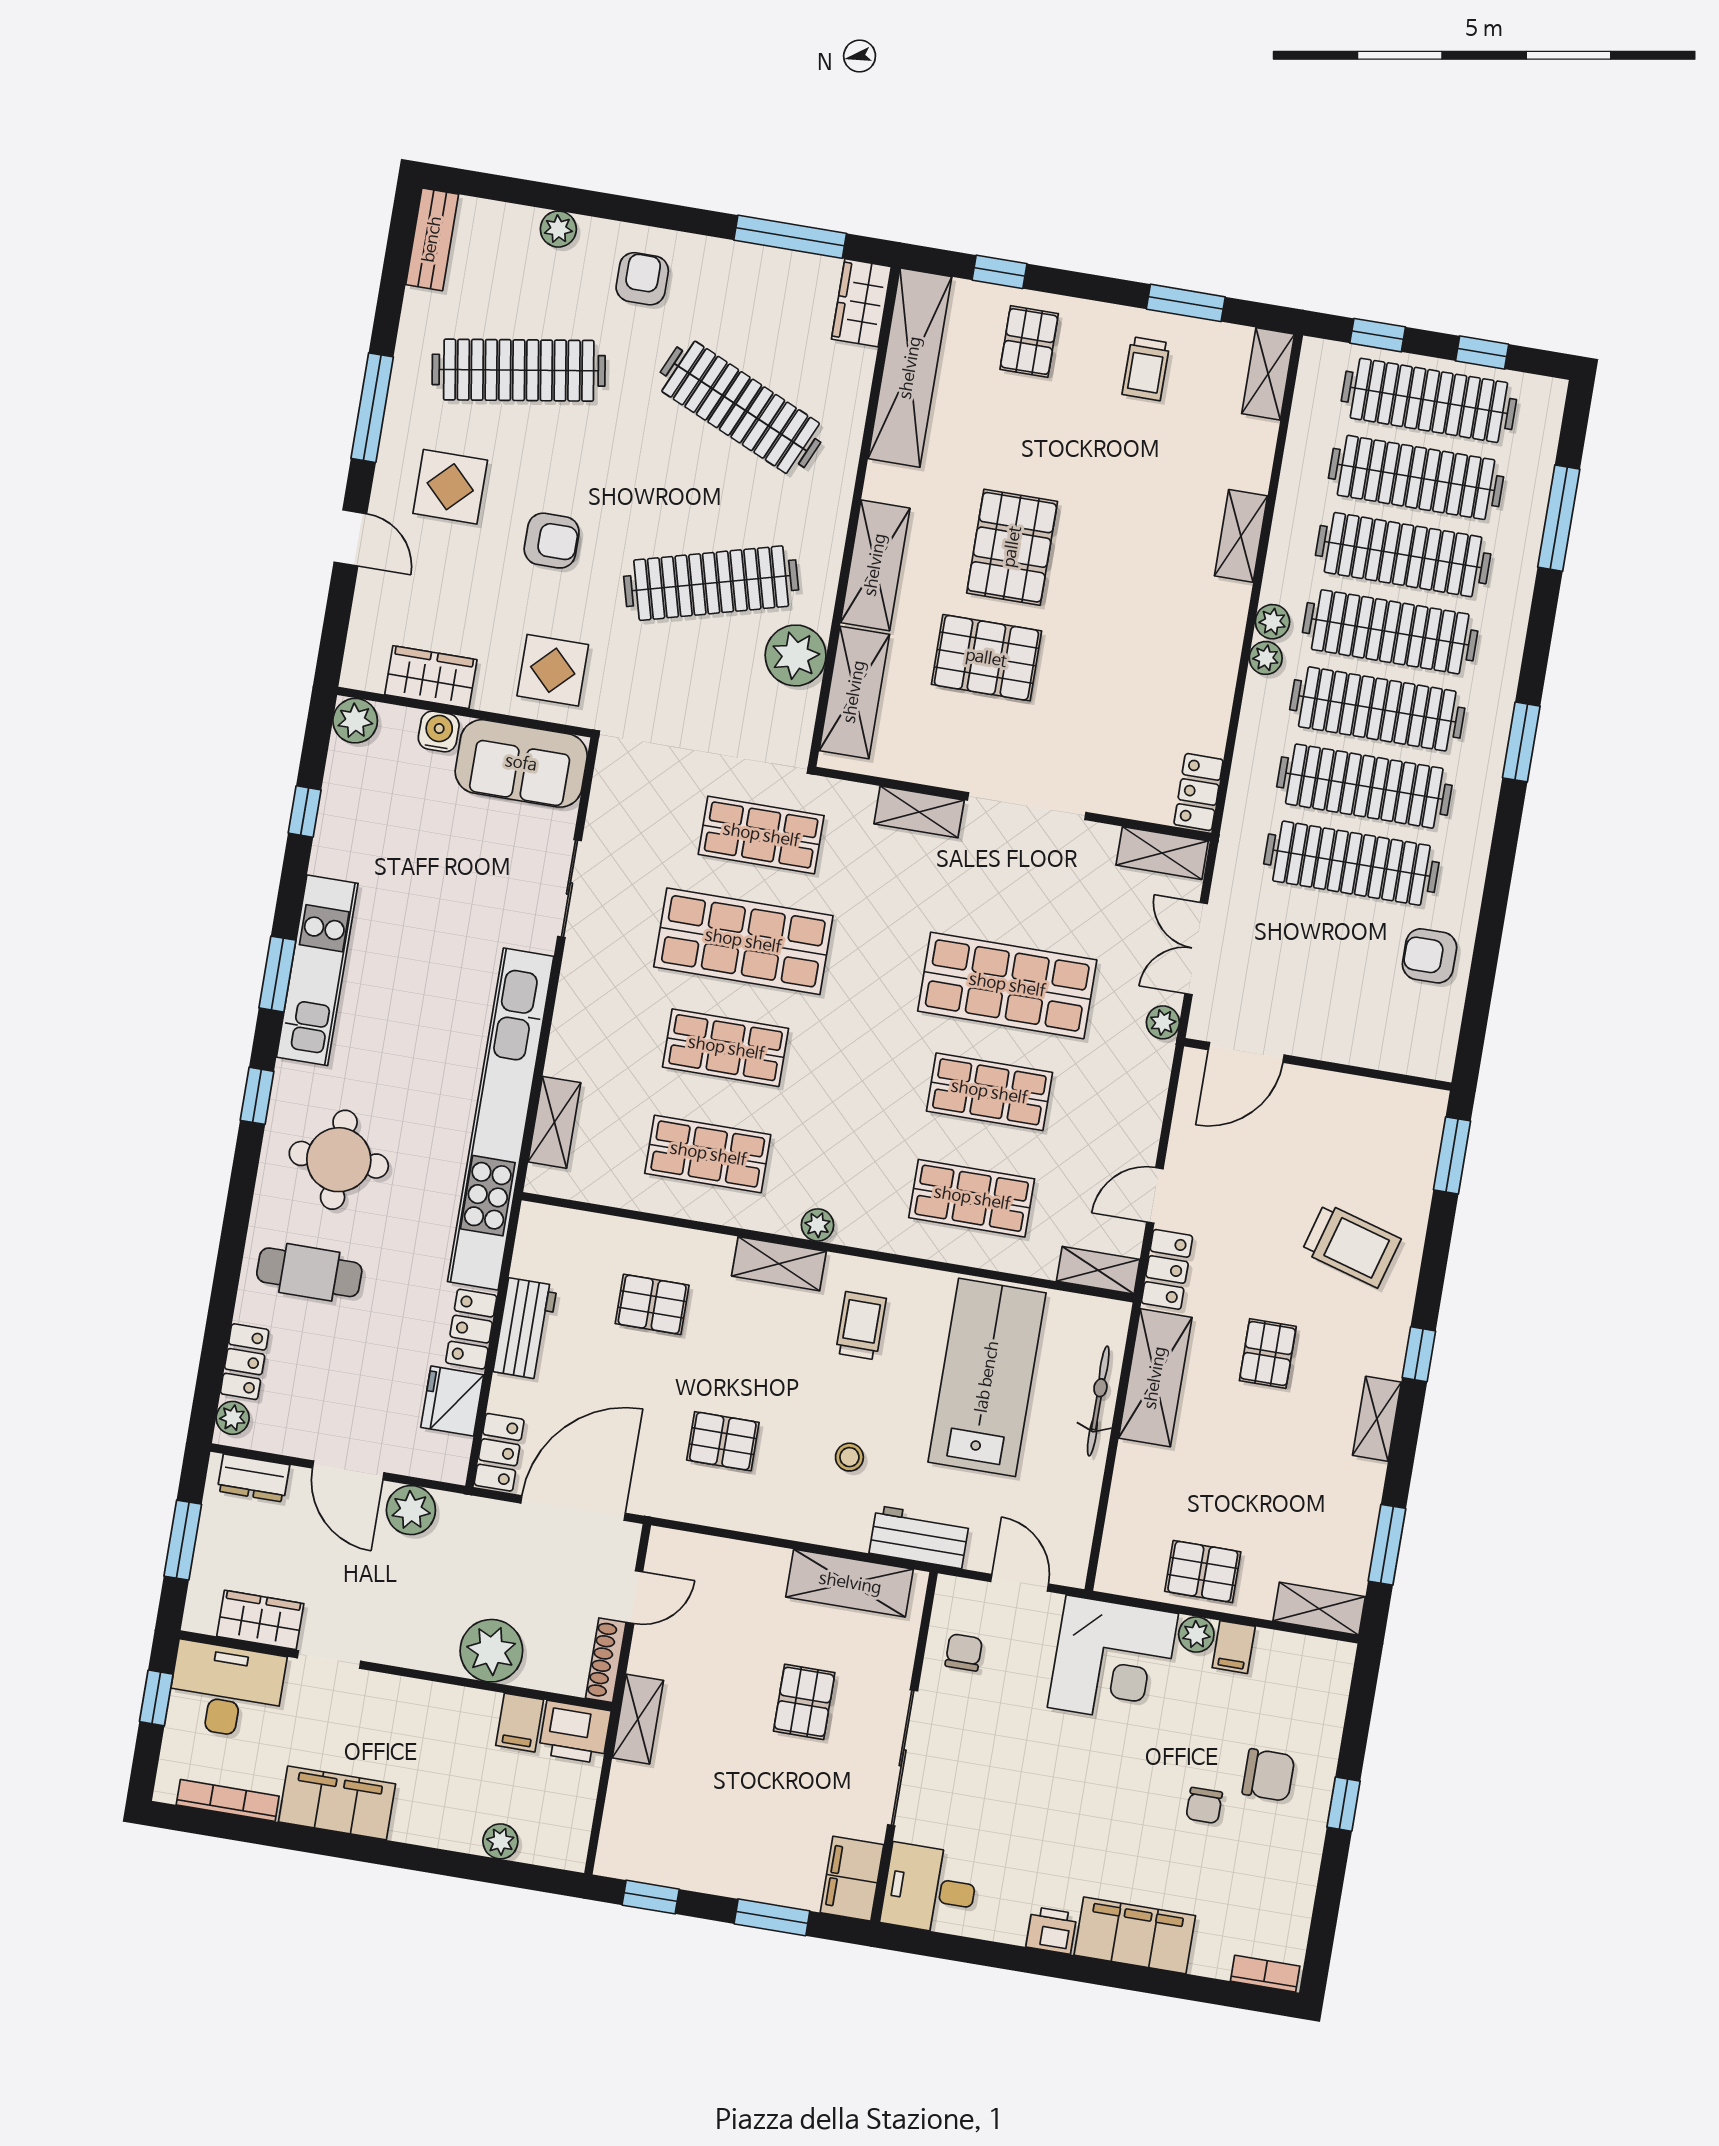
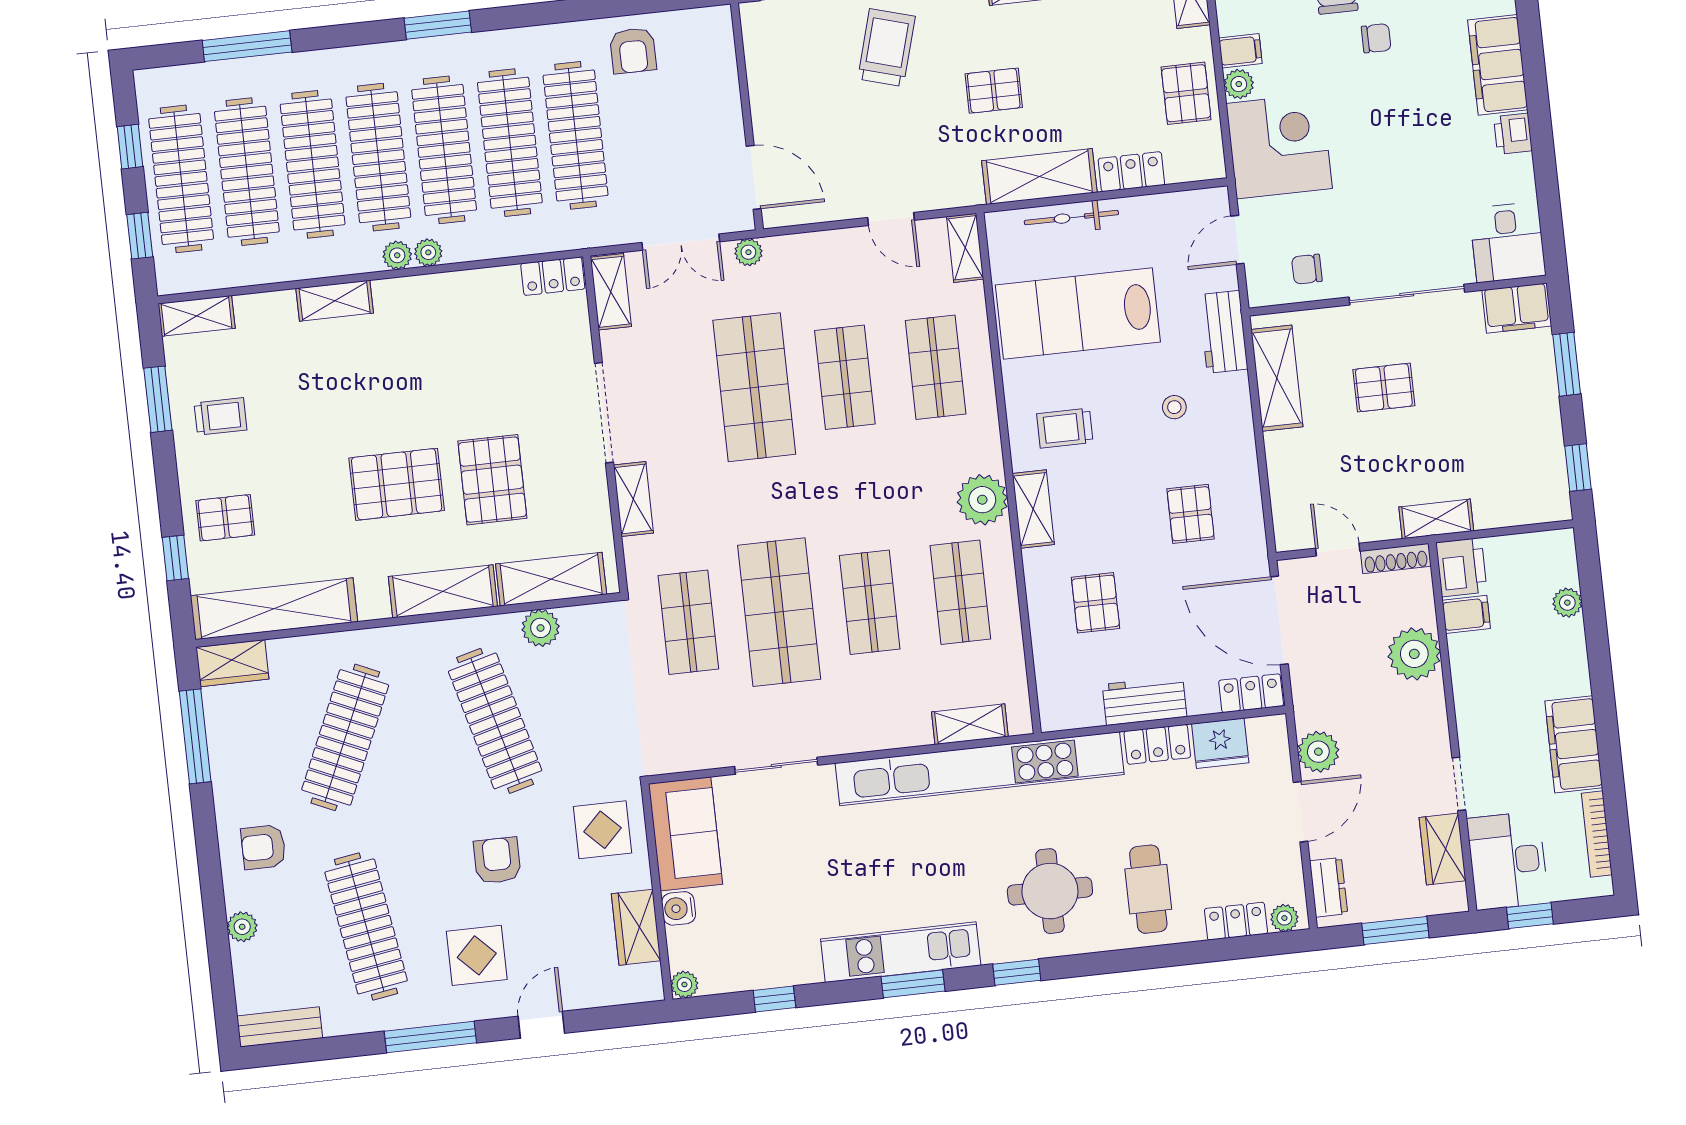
plant: (796, 655) -> (541, 628), width x0.73, depth x0.73
plant: (355, 721) -> (684, 984), width x0.73, depth x0.73
plant: (818, 1225) -> (982, 500), width x1.88, depth x1.88
locker: (1167, 1269) -> (1131, 172), moved

